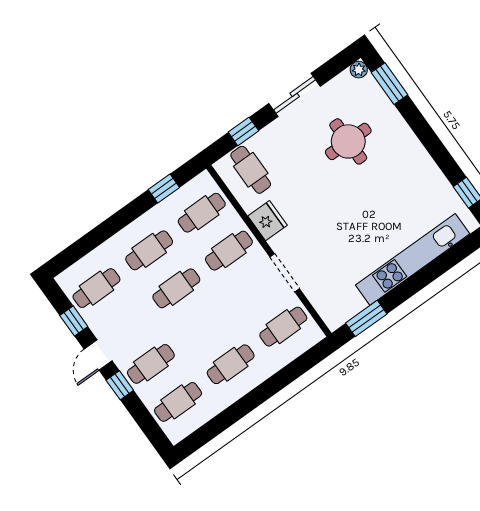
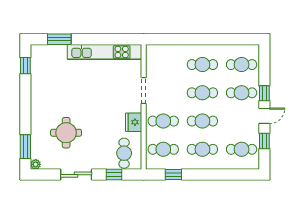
kitchen unit: (413, 259) -> (105, 52), moved
window: (366, 318) -> (59, 39), moved
cafe table: (283, 327) -> (202, 93), moved

